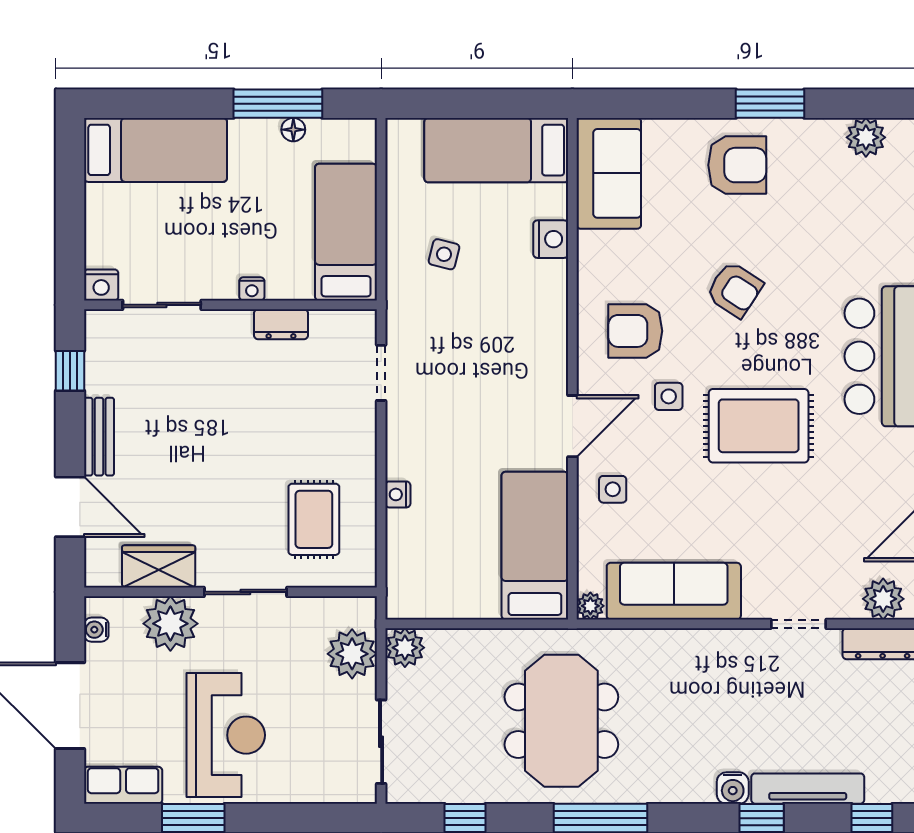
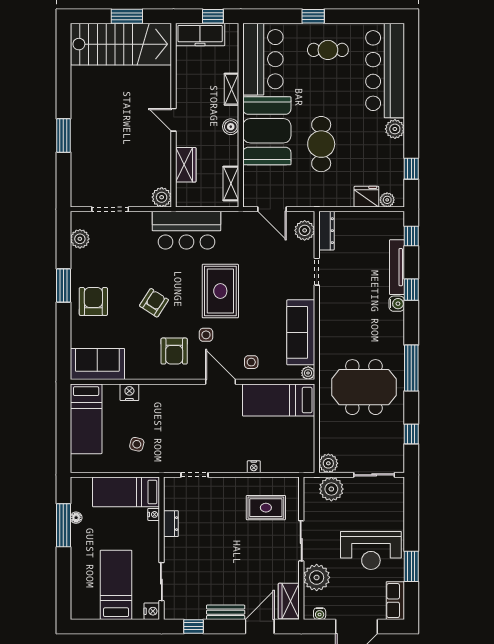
bed: (155, 150) -> (116, 585), moved
nightstand: (252, 289) -> (154, 514), moved
wardrobe: (159, 566) -> (289, 601), moved
reception desk: (226, 735) -> (371, 551), turned 180

